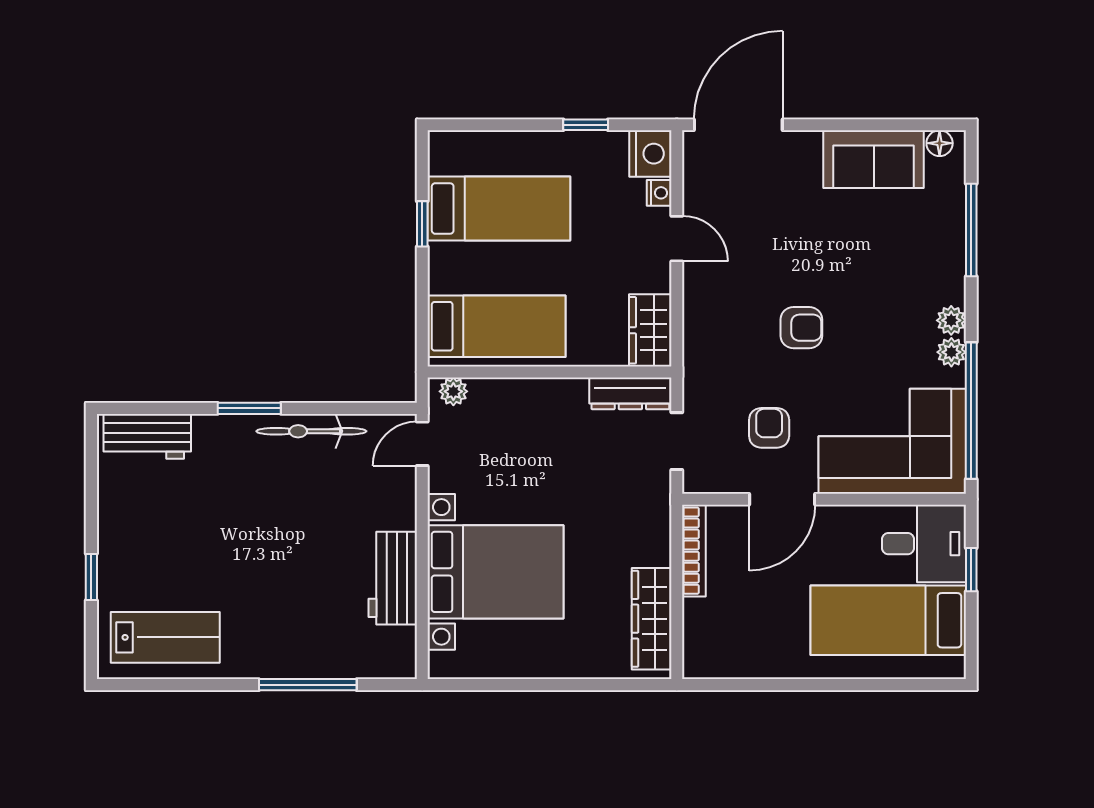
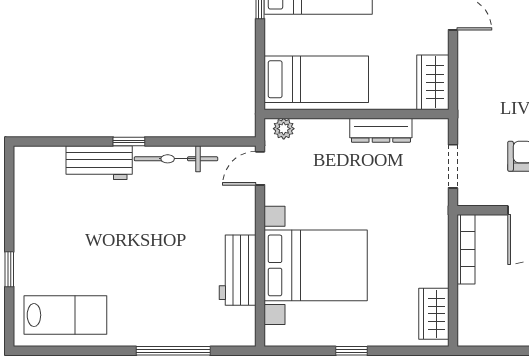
dresser: (630, 393) -> (381, 130), moved
window: (249, 408) -> (129, 141), width x0.67
workbench: (147, 436) -> (99, 163), moved
wardrobe: (652, 619) -> (434, 314), width x0.67
window: (543, 685) -> (352, 351), added

